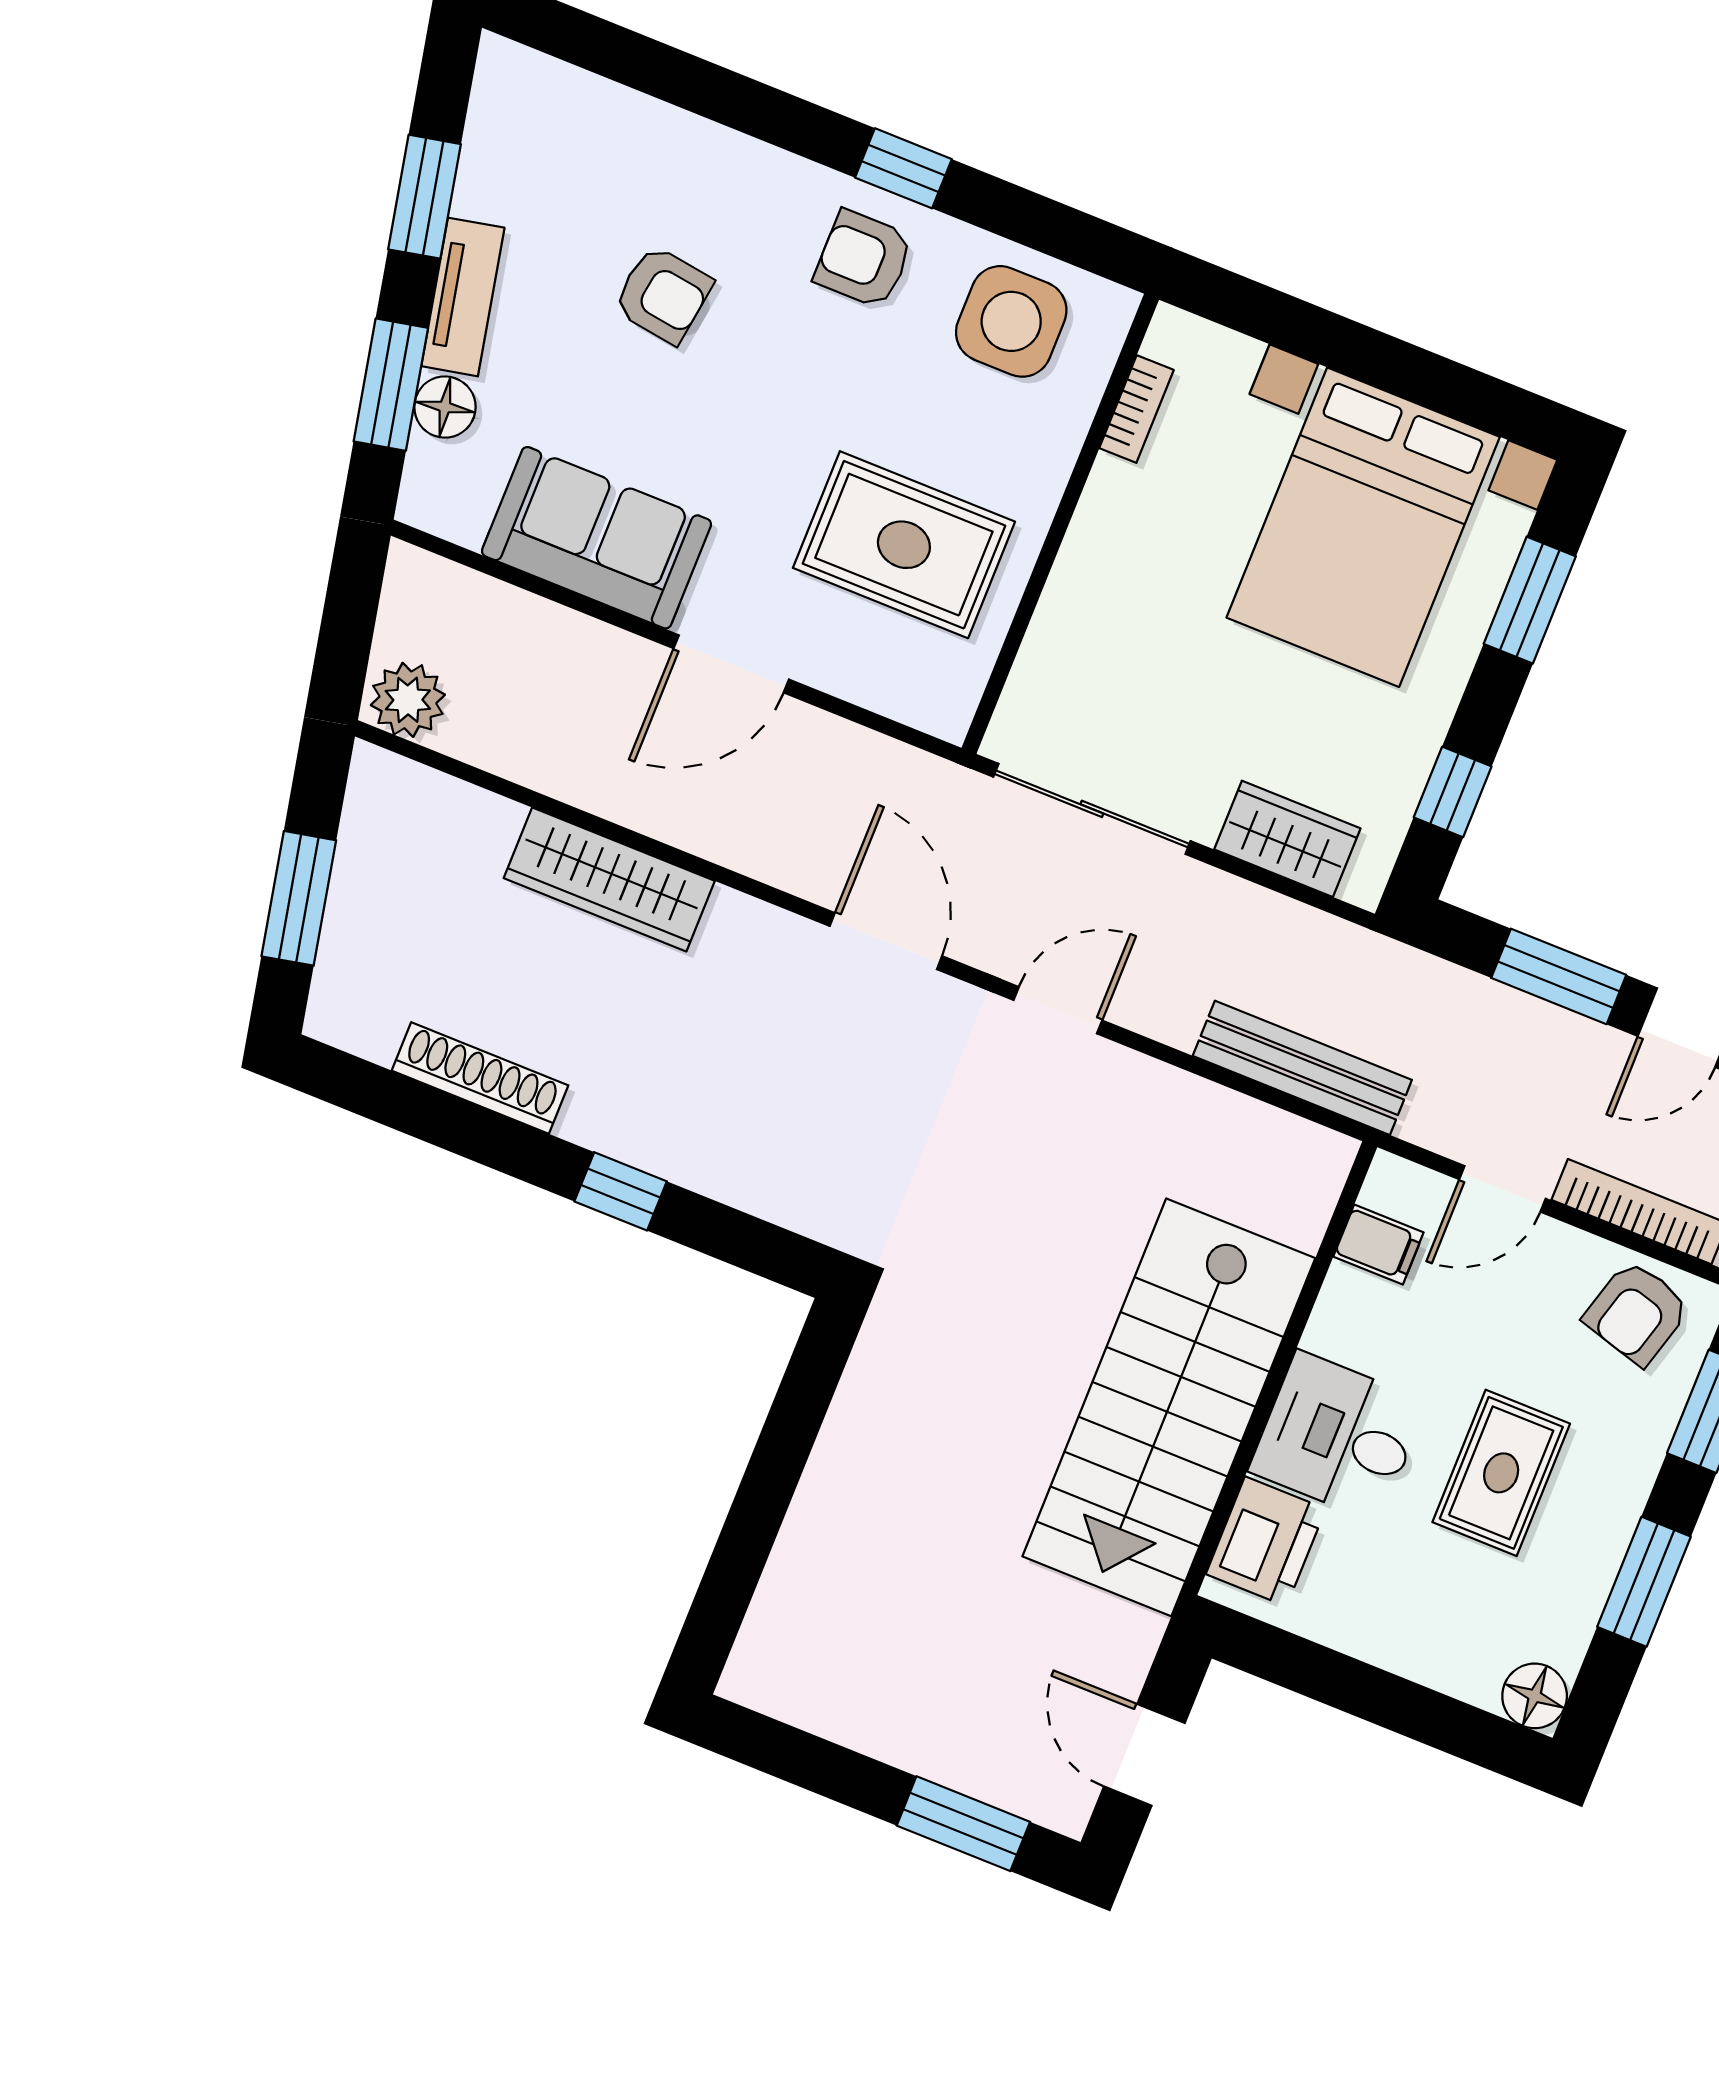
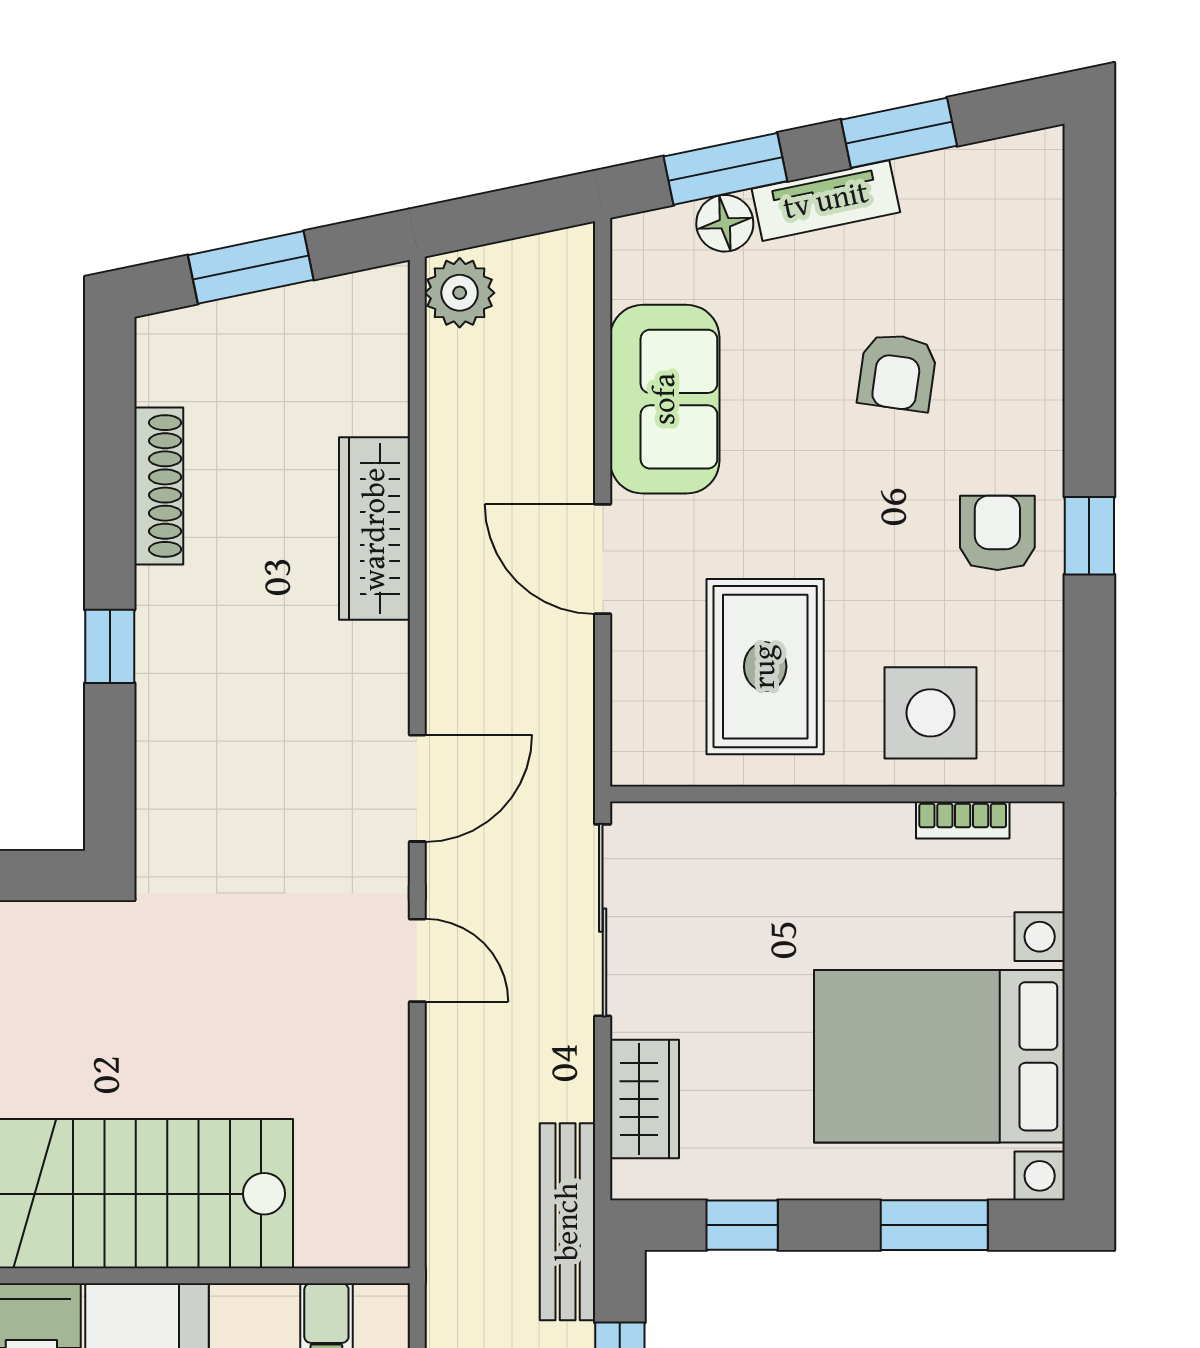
side table: (1011, 321) -> (930, 713), moved
bench: (1302, 1068) -> (568, 1222), moved

